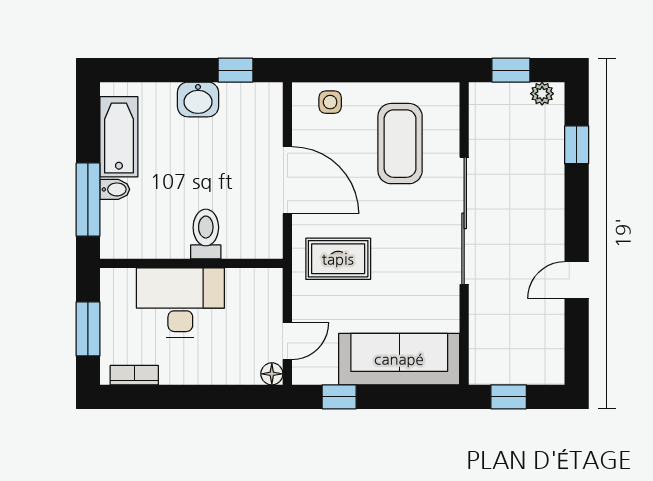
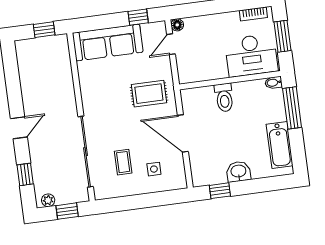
side table: (330, 102) -> (154, 169), moved
coffee table: (400, 144) -> (123, 162), width x0.54, depth x0.58
bidet: (115, 189) -> (274, 83), moved
sliding door: (464, 221) -> (86, 152), moved
door: (577, 280) -> (19, 128), moved
desk: (180, 302) -> (251, 55), moved

